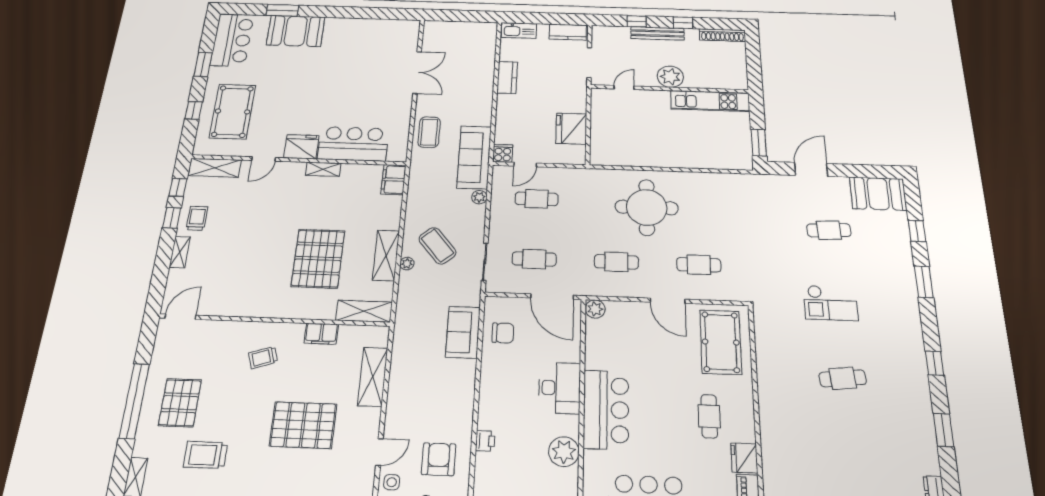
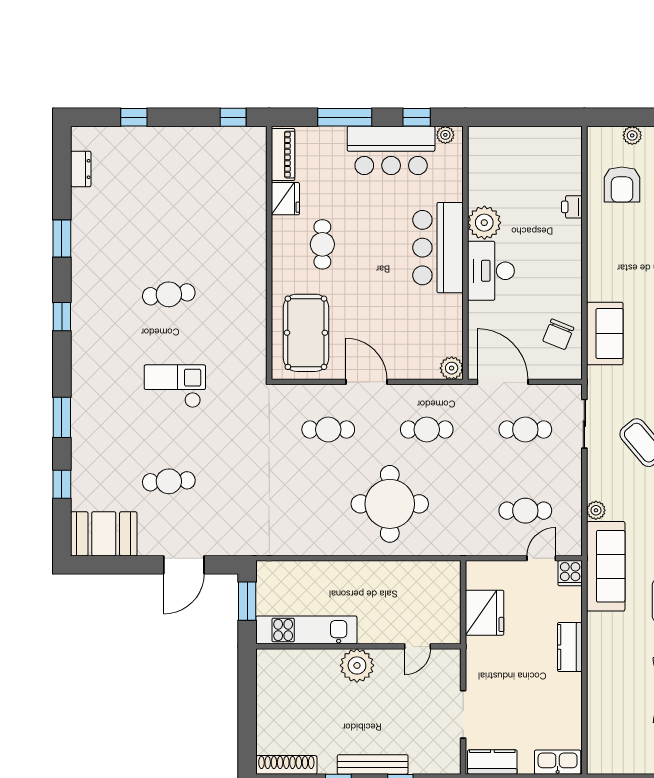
kitchen counter: (507, 77) -> (570, 647), moved
plant: (670, 77) -> (357, 665), moved
door: (624, 87) -> (417, 646), moved
wall: (669, 89) -> (358, 646), moved
kitchen unit: (710, 101) -> (306, 630), moved
chair: (503, 333) -> (558, 334), turned -68
plant: (564, 452) -> (484, 223), moved

